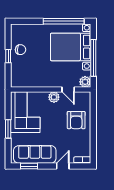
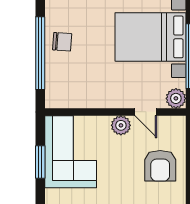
window: (8, 56) -> (40, 53), width x3.17
window: (8, 129) -> (40, 162), moved

